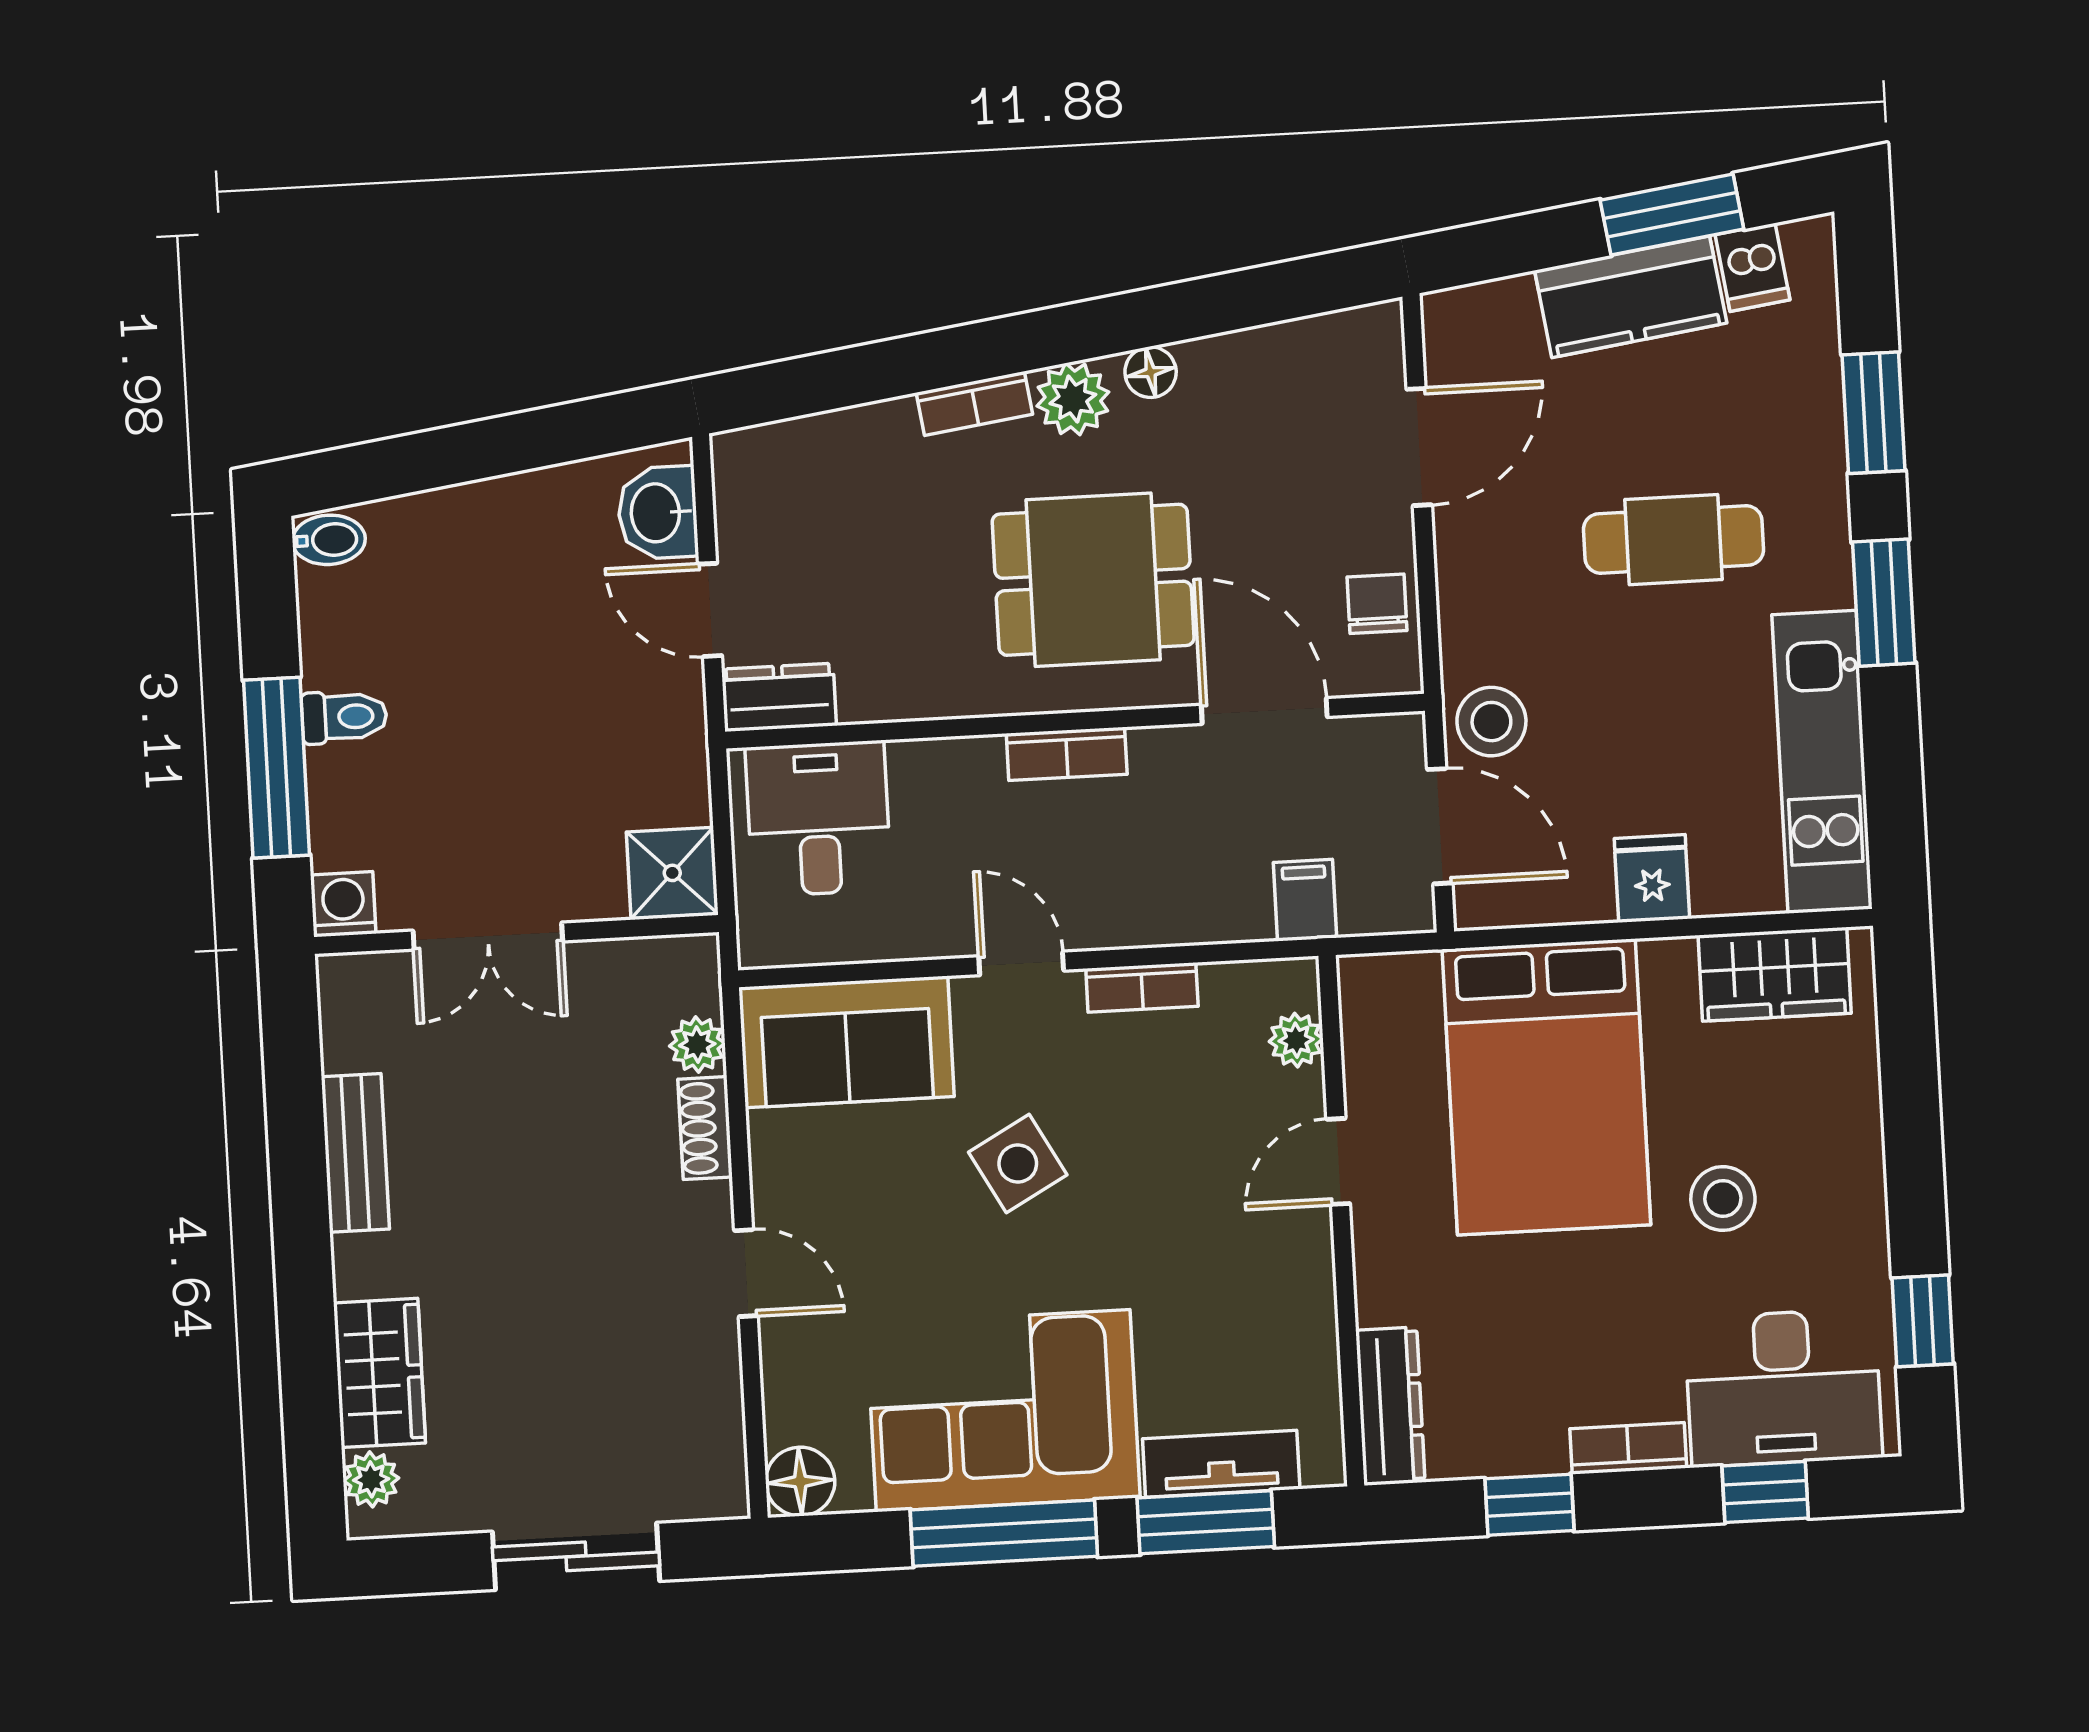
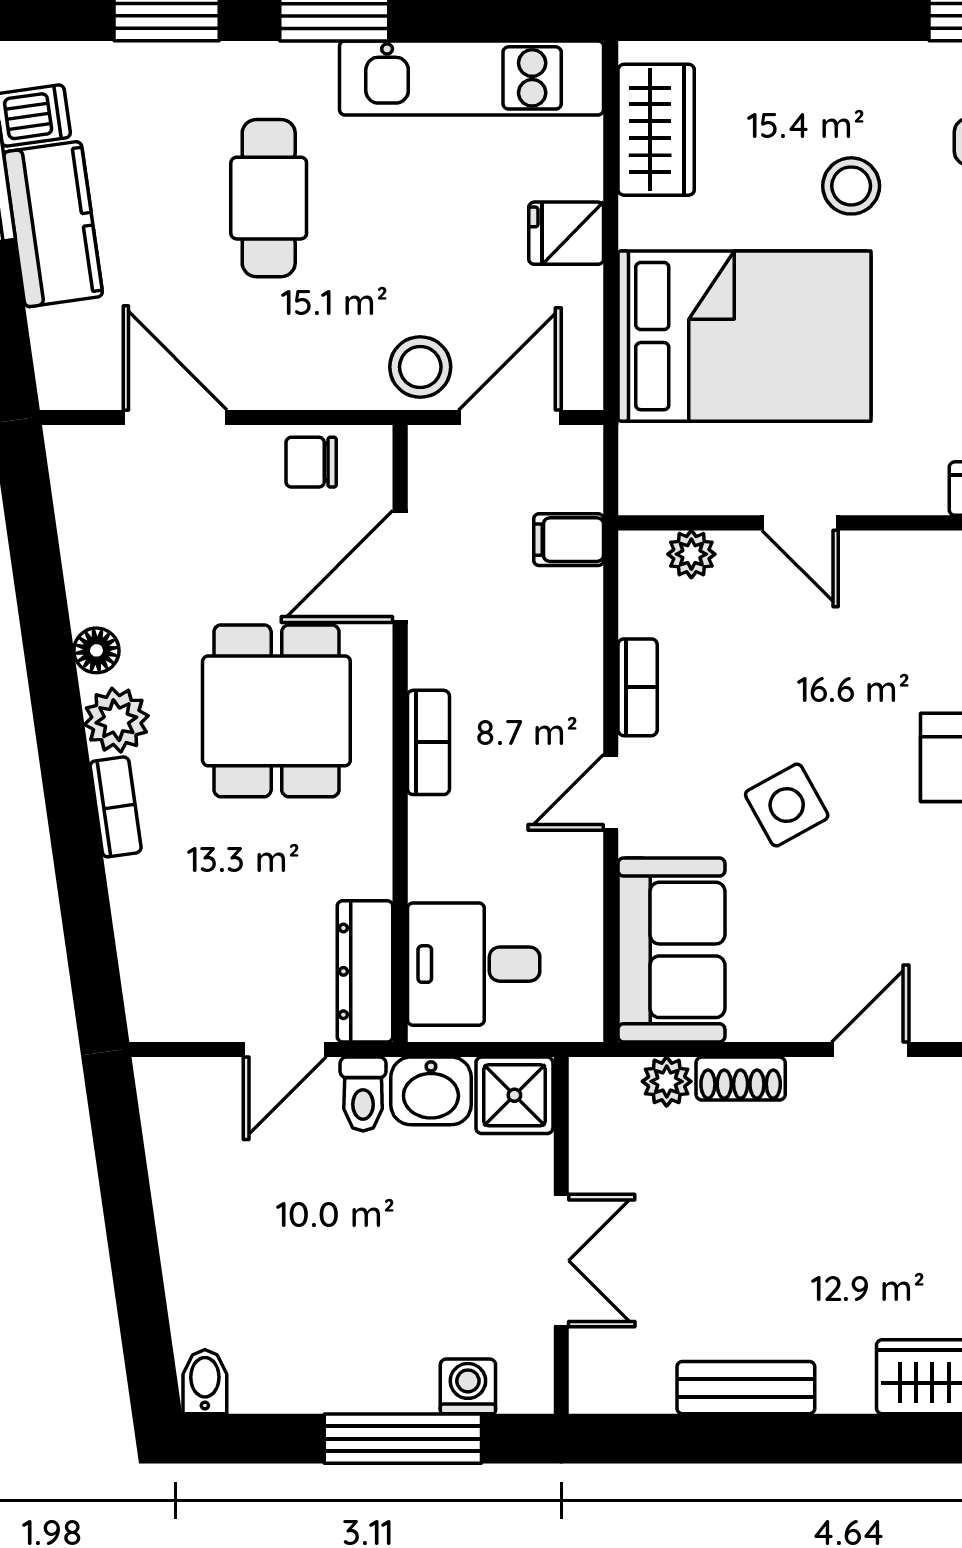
washbasin: (658, 513) -> (431, 1091), moved
dresser: (779, 697) -> (365, 971), width x1.44
toilet: (344, 717) -> (363, 1094), moved, turned 180
washing machine: (343, 904) -> (468, 1386), moved, turned 90

